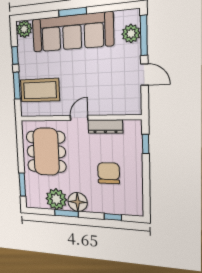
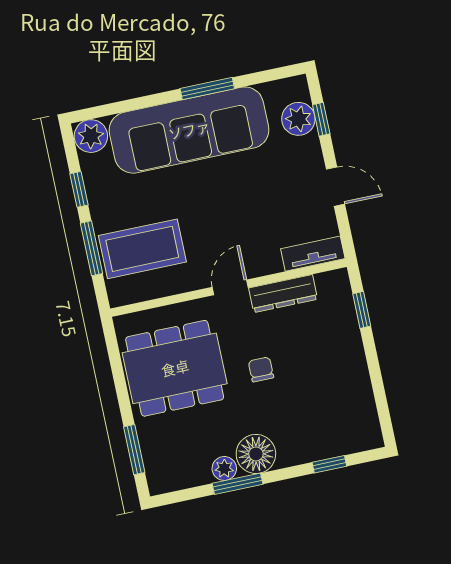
window: (72, 12) -> (207, 89), moved
window: (144, 35) -> (321, 119), width x0.46
tv unit: (125, 109) -> (313, 254), added
dining table: (46, 152) -> (175, 368), turned 90
chair: (109, 173) -> (261, 369), moved, width x0.54, depth x0.54
plant: (56, 199) -> (224, 468), width x0.53, depth x0.53

